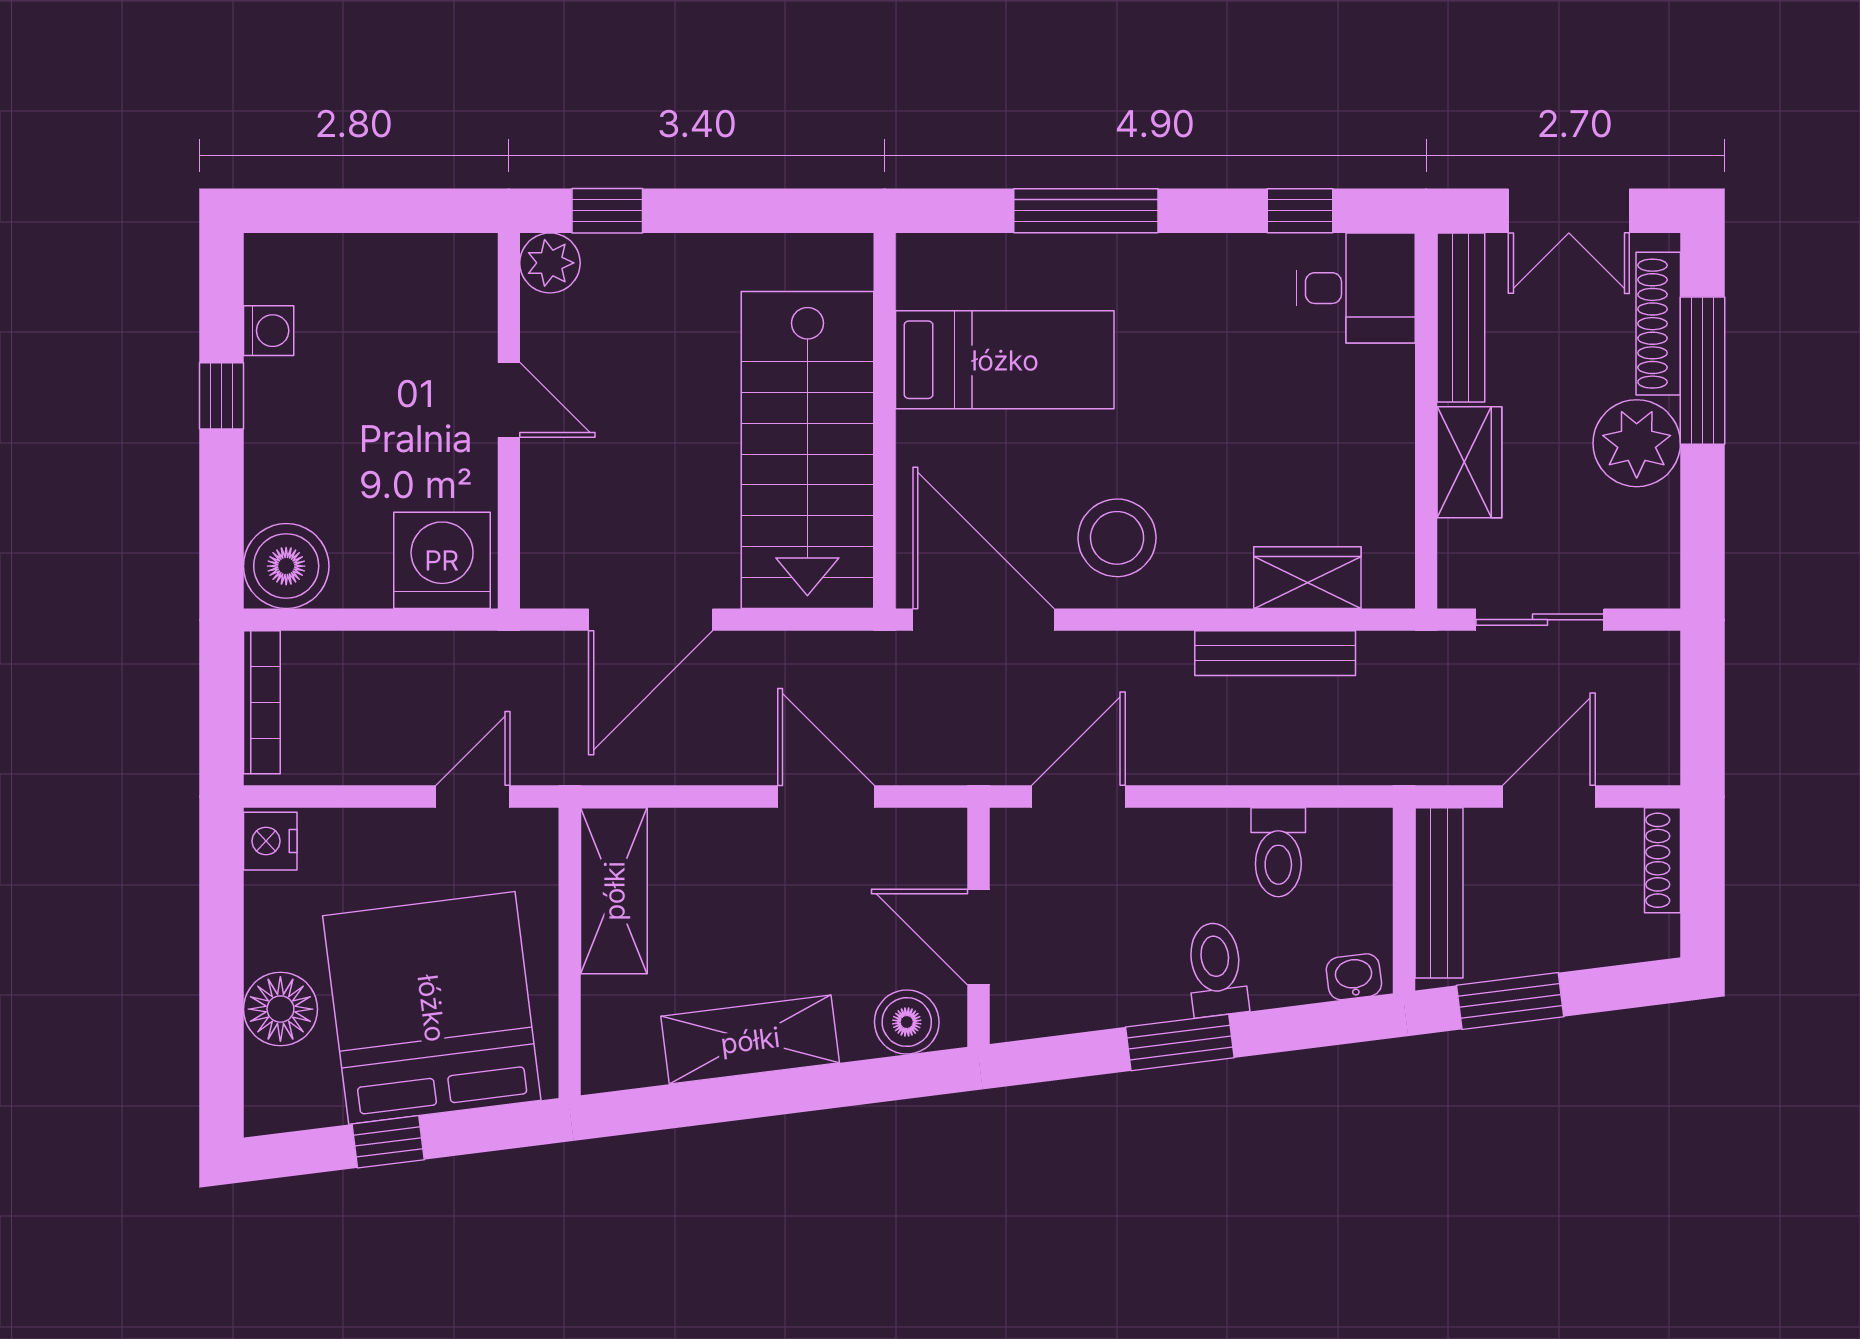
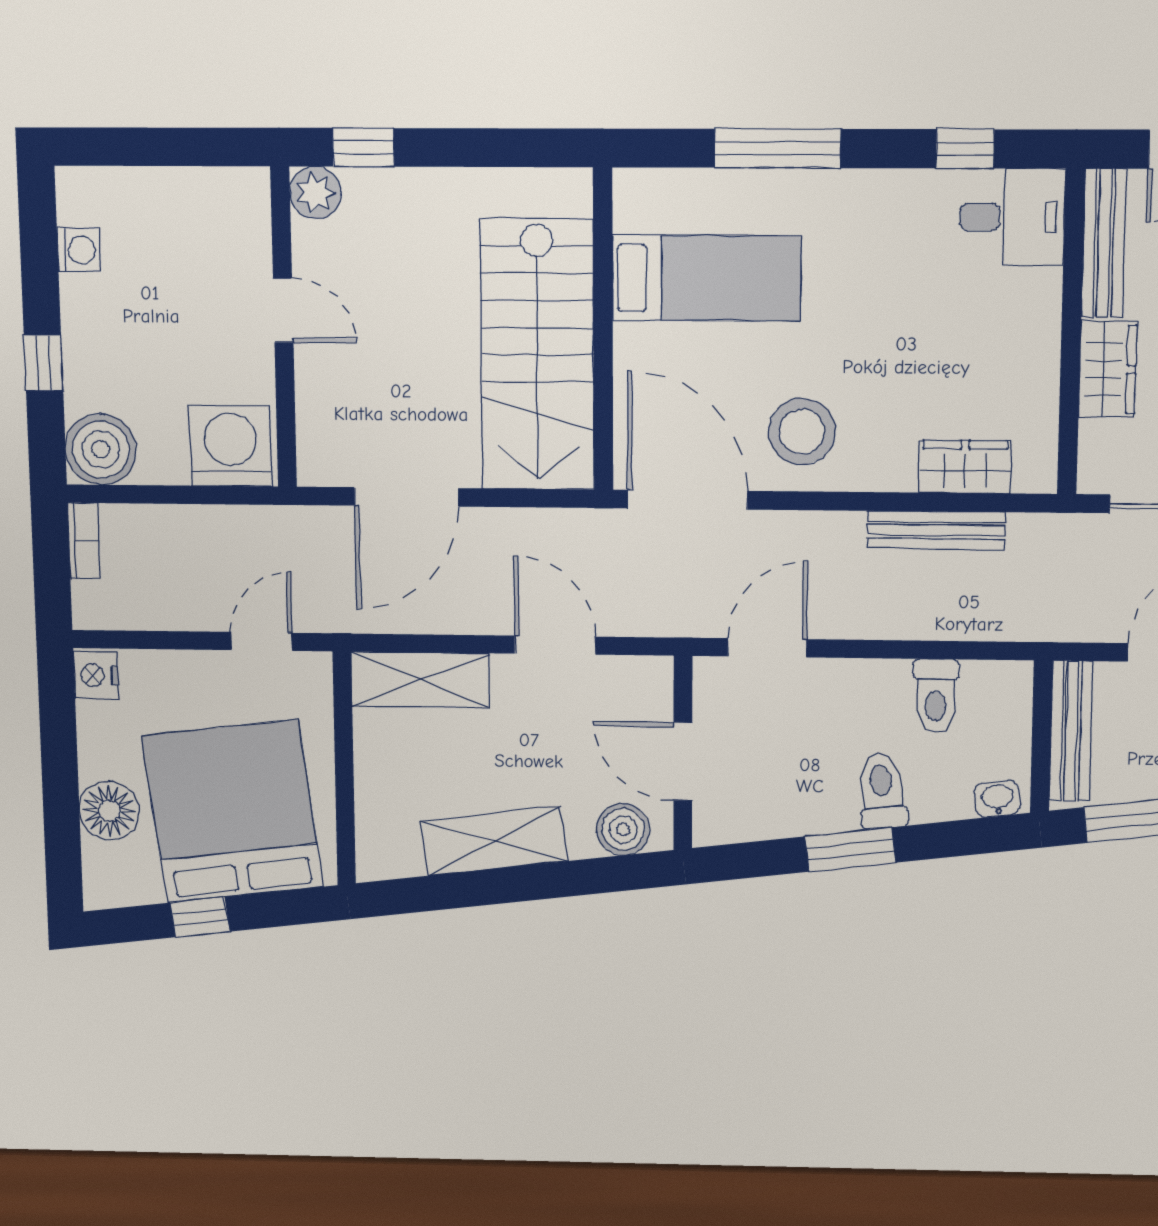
window: (221, 396) -> (43, 363), moved
bookcase: (262, 702) -> (84, 541), width x0.64
shelving: (614, 891) -> (420, 680), moved, turned 90

